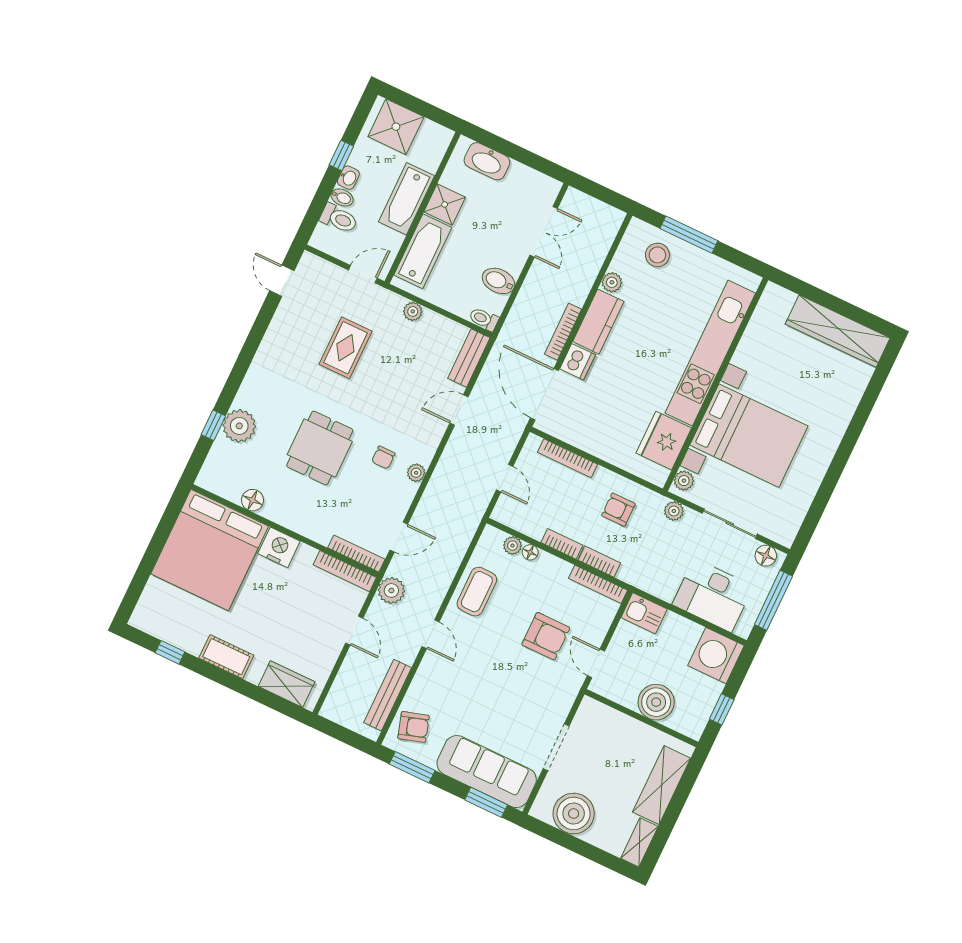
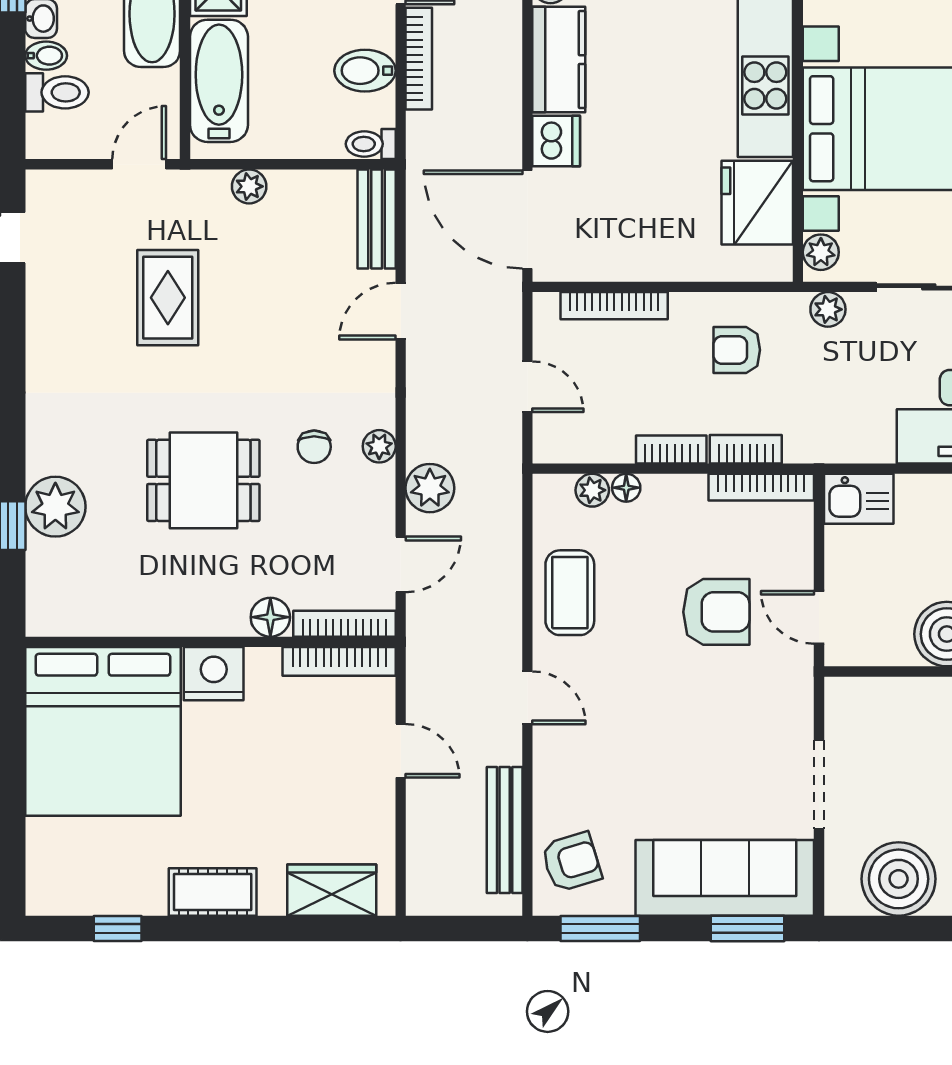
bookcase: (563, 332) -> (419, 59), moved, turned 180
dining table: (320, 448) -> (203, 480), turned 90
floor lamp: (252, 500) -> (270, 617), moved
plant: (391, 590) -> (430, 488), moved

